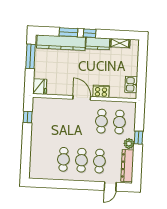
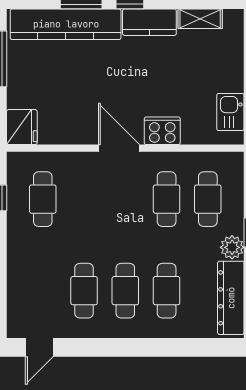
cafe table: (47, 118) -> (43, 199), added
door: (110, 186) -> (39, 347), moved

